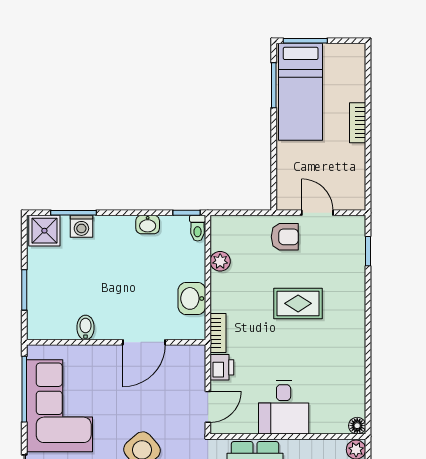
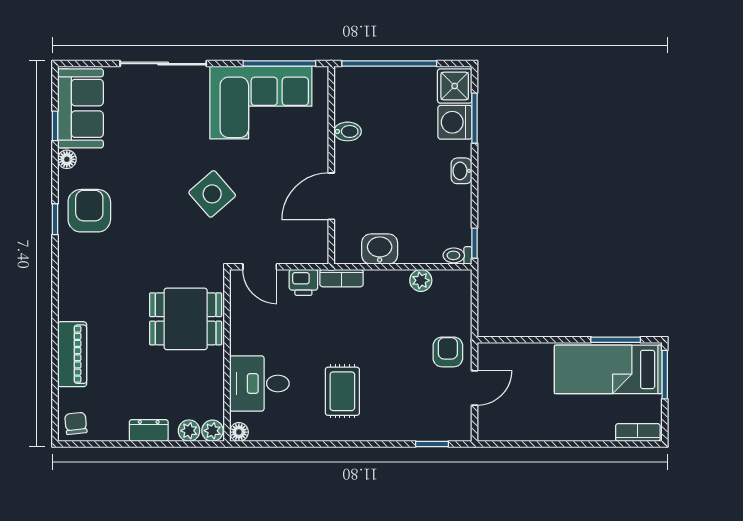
bookcase: (358, 123) -> (638, 432), moved
washbasin: (148, 225) -> (461, 171), moved
washing machine: (81, 226) -> (455, 122), width x1.38, depth x1.38
armchair: (285, 237) -> (448, 352), turned 180
window: (24, 290) -> (389, 64), width x2.11
rug: (298, 303) -> (342, 391), moved
door: (144, 342) -> (331, 196), hinge flipped
desk: (284, 407) -> (259, 383), moved

